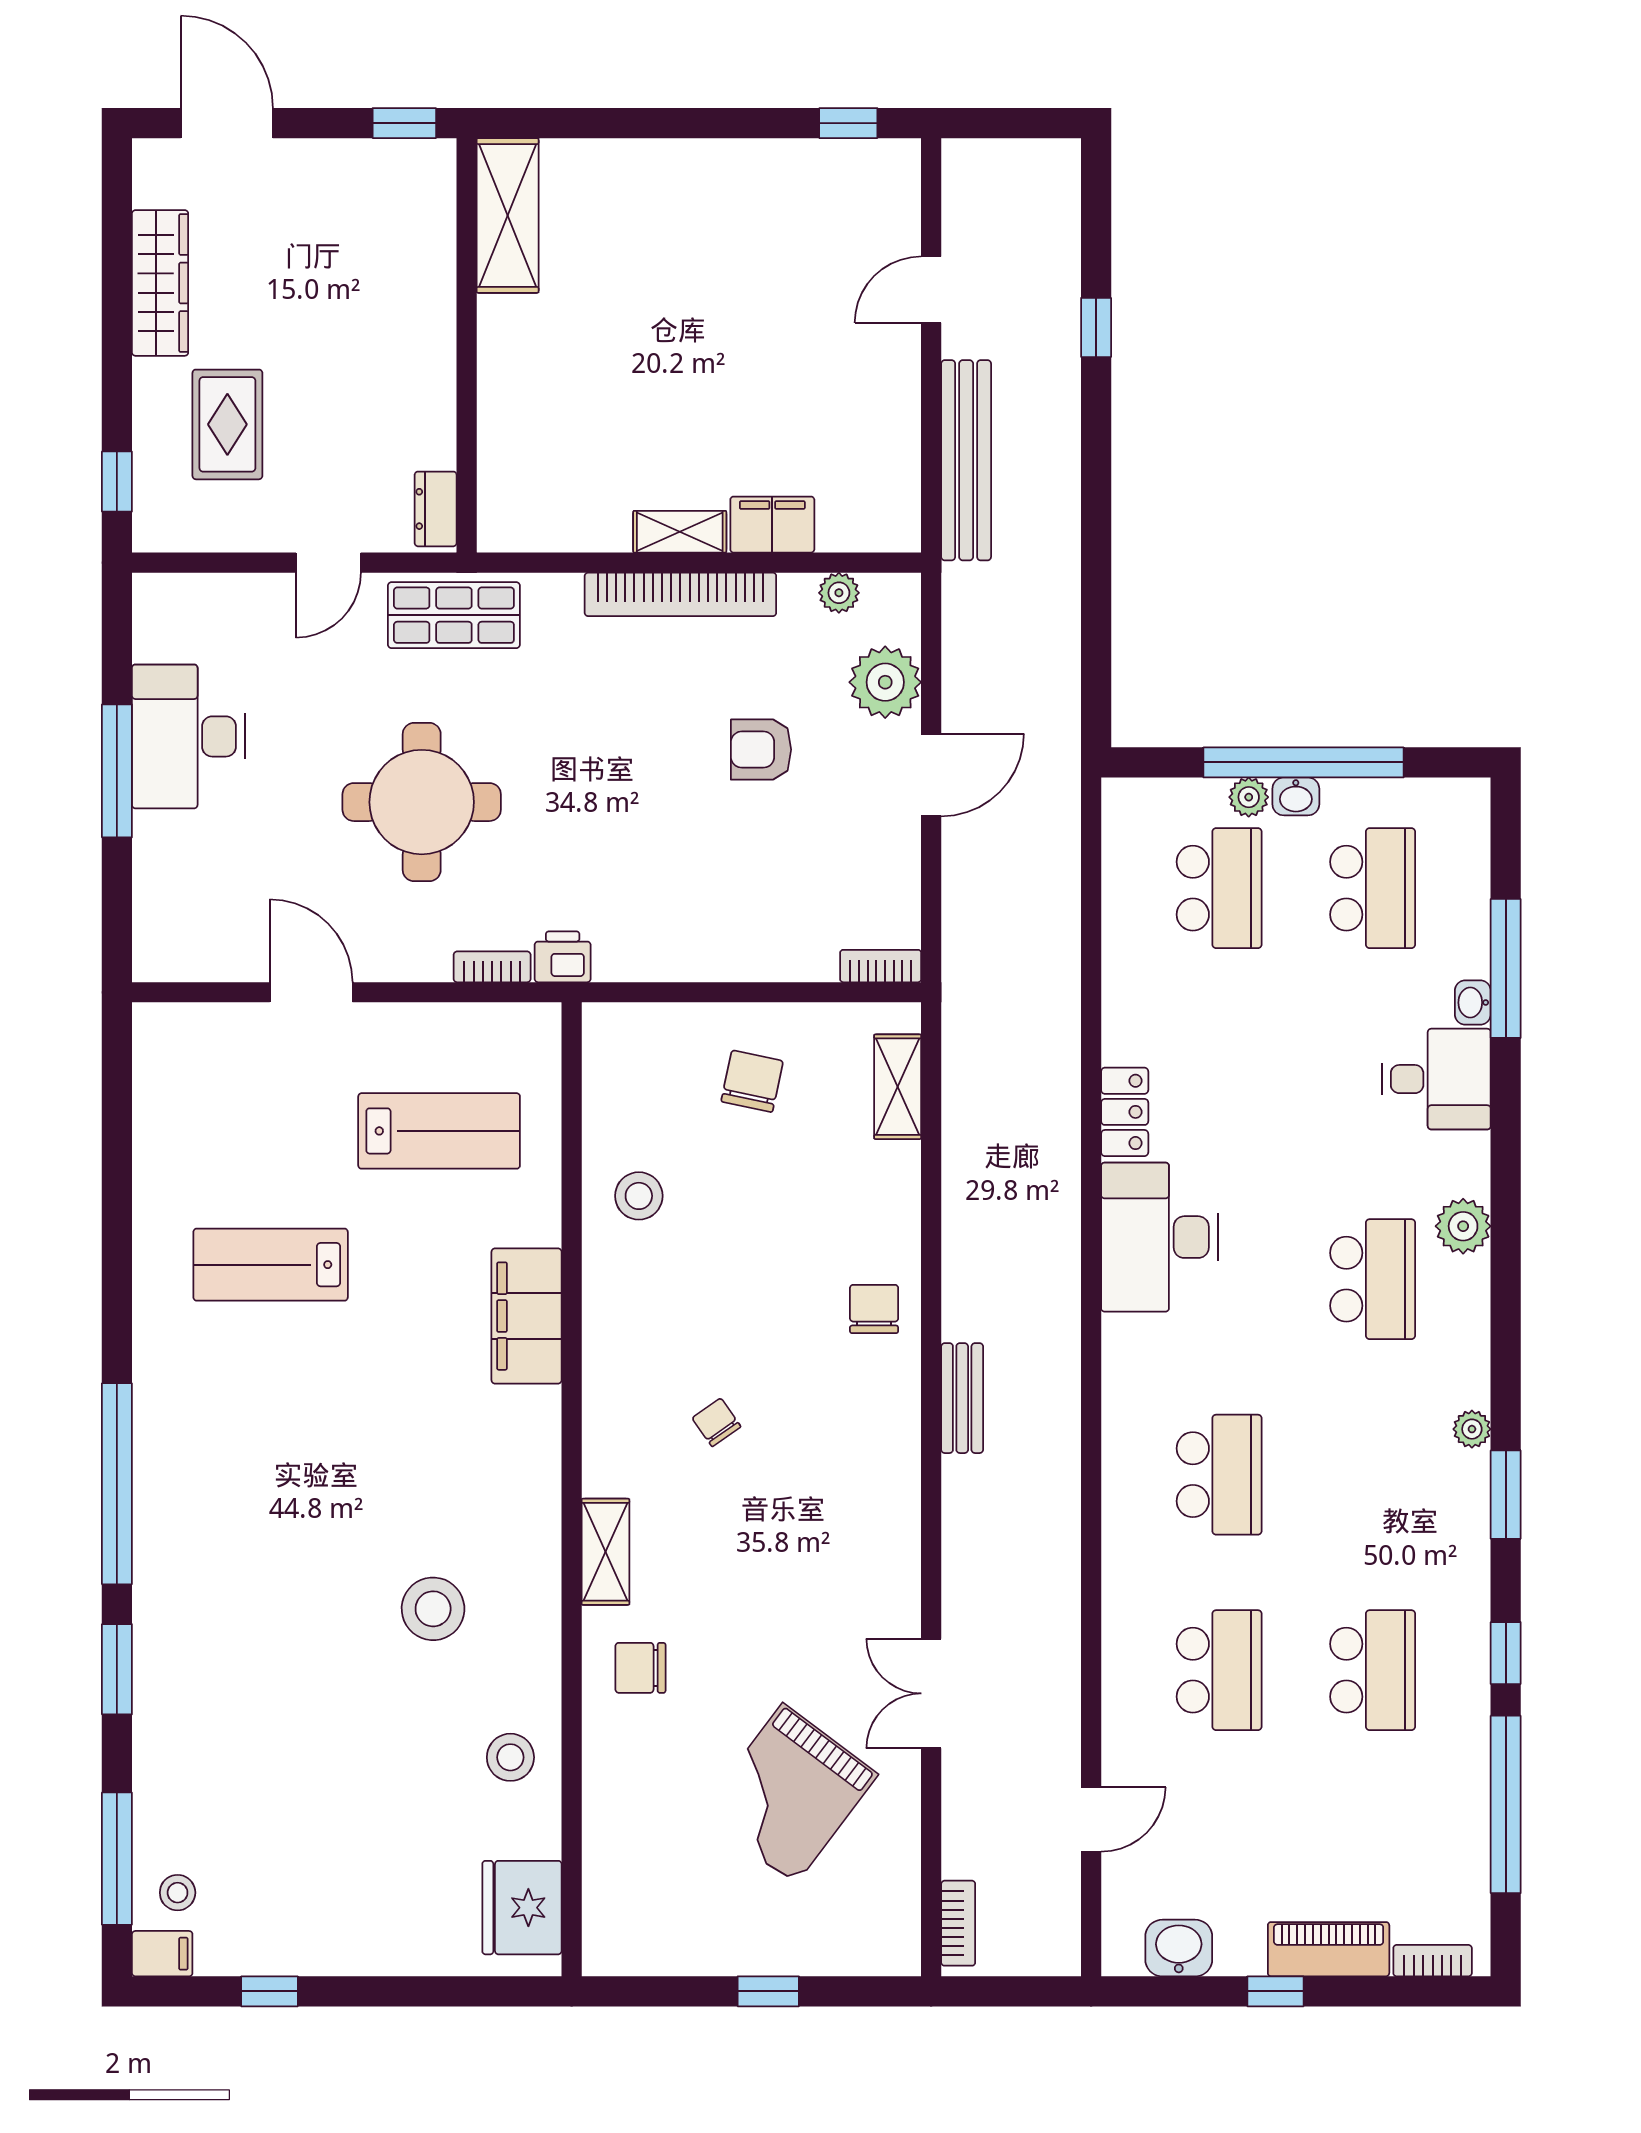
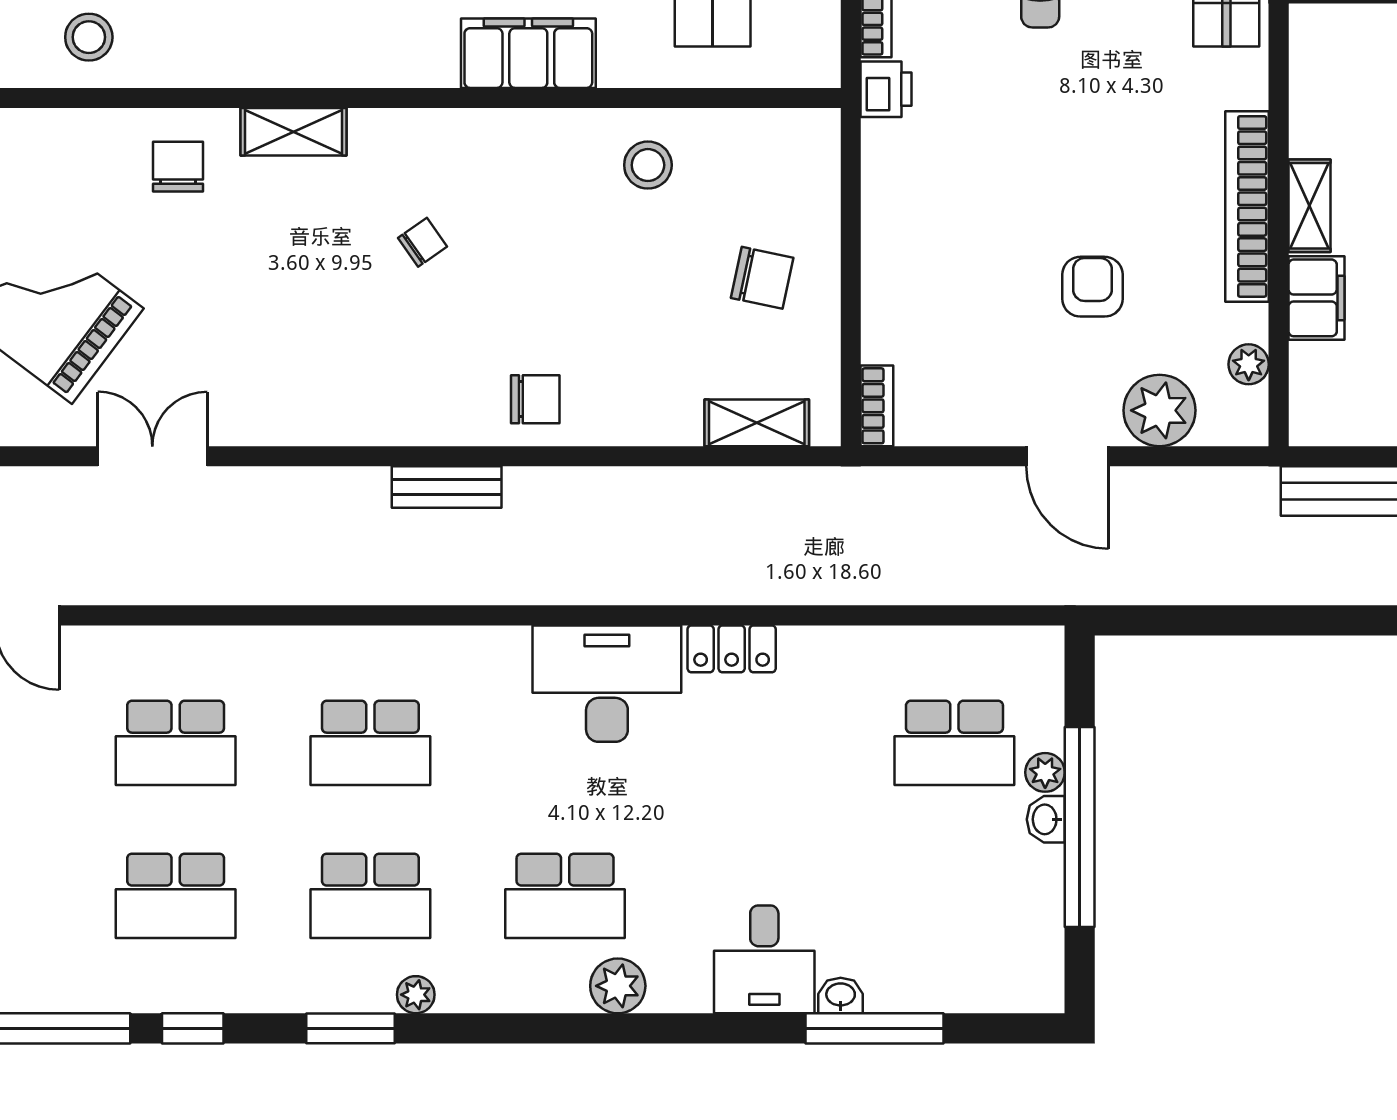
school desk: (1373, 888) -> (370, 896), moved

